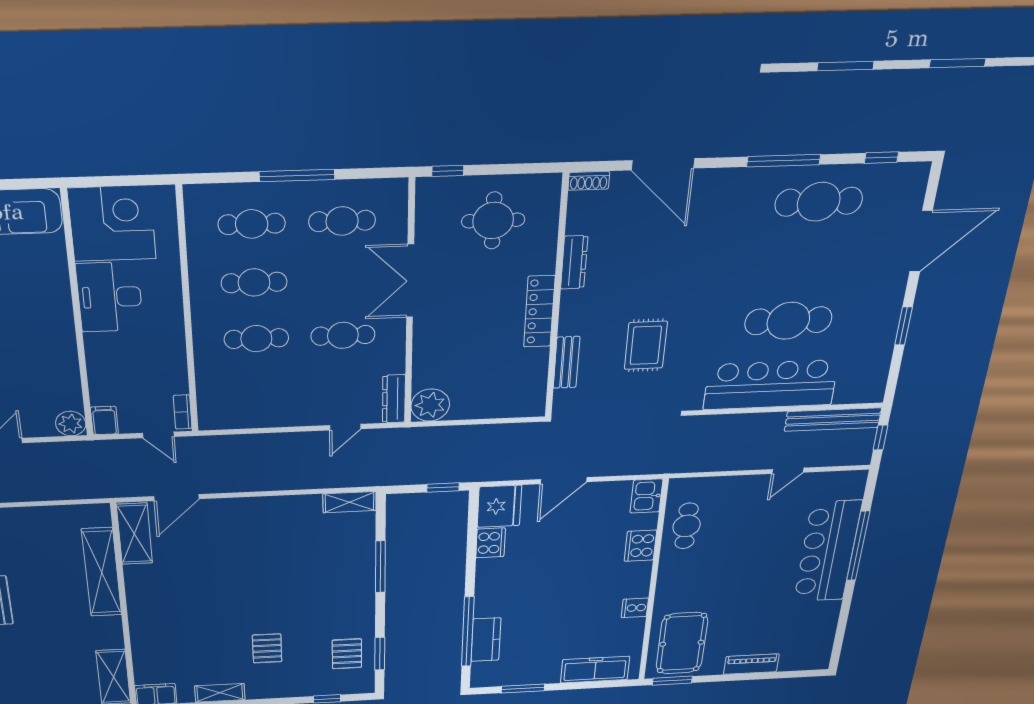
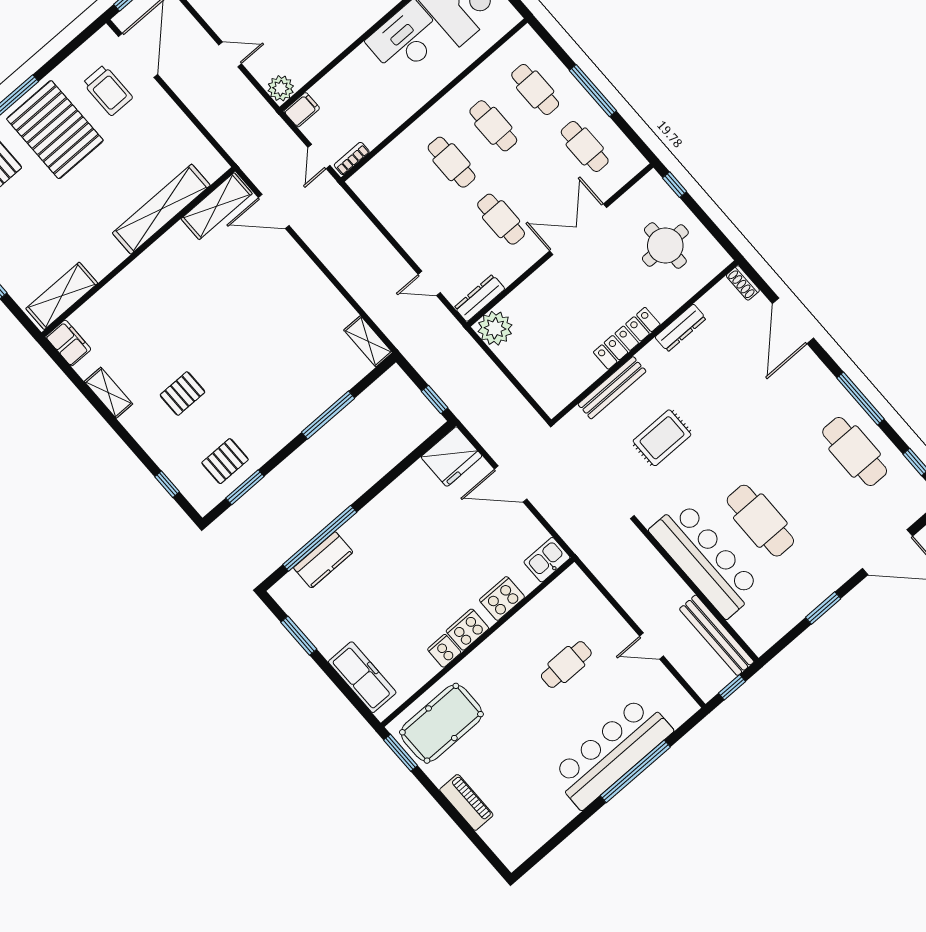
bench: (566, 362) -> (612, 388), width x1.36
cafe table: (687, 526) -> (566, 665), moved
cooker: (491, 543) -> (467, 630), moved, turned 180

